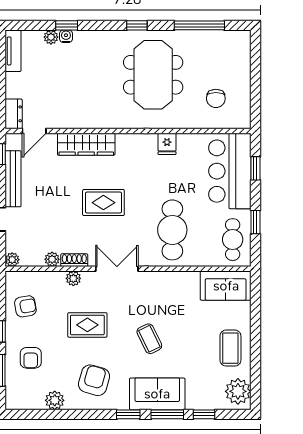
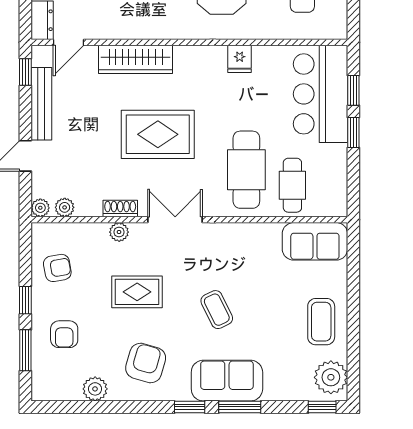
rug: (103, 203) -> (158, 134), width x1.36, depth x1.43
window: (255, 222) -> (353, 132), moved
cafe table: (233, 240) -> (292, 185), moved
plant: (52, 259) -> (65, 207), moved
window: (204, 414) -> (322, 407), moved

